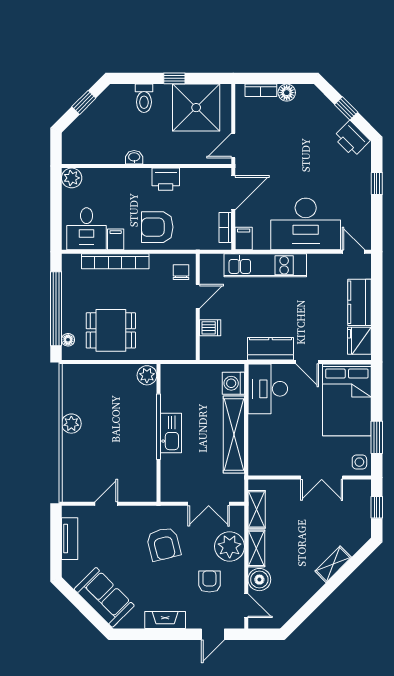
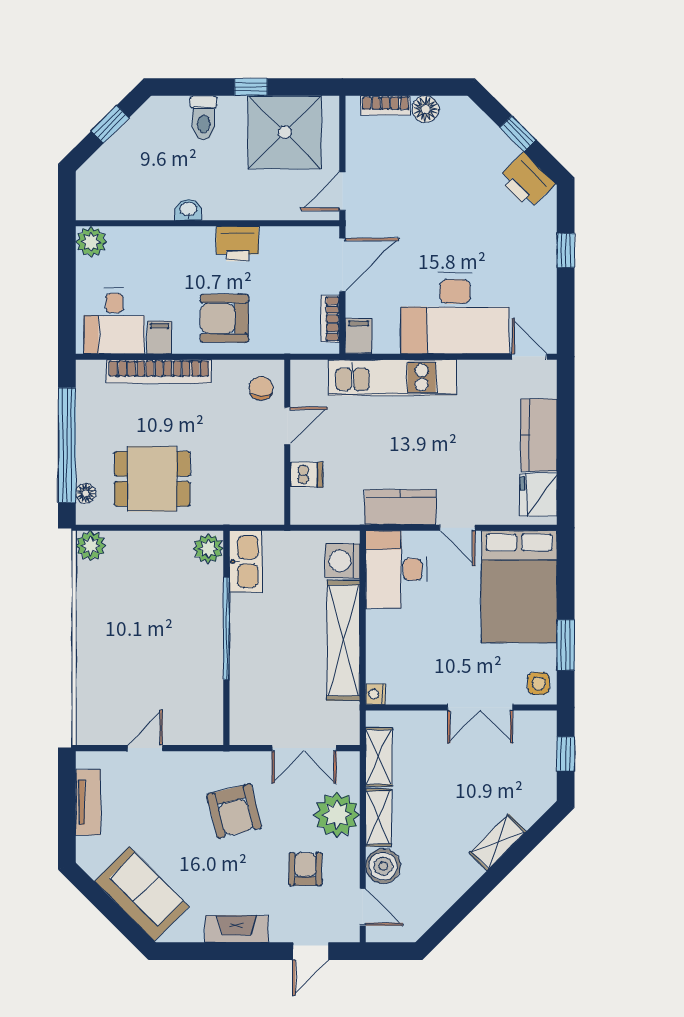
plant: (71, 424) -> (91, 546), moved
kitchen sink: (171, 433) -> (246, 562), moved
nightstand: (254, 469) -> (375, 694), added

